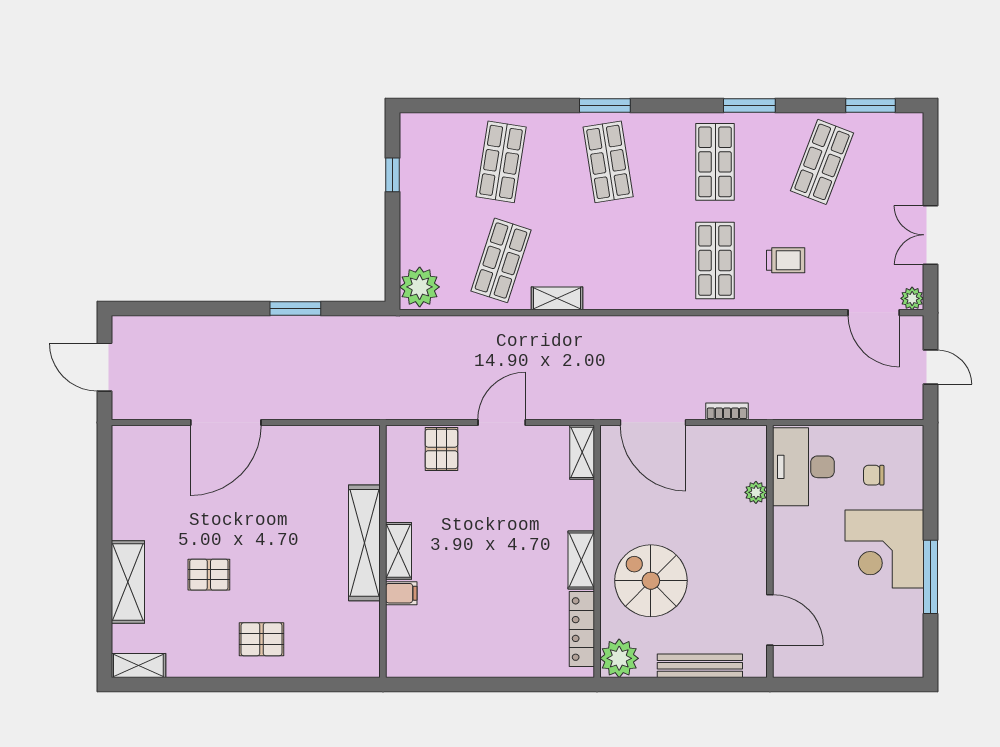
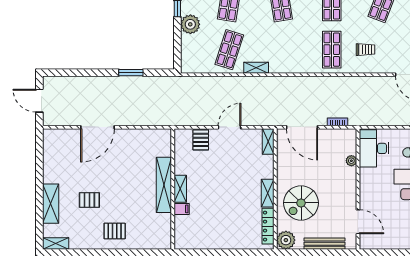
plant: (420, 287) -> (190, 24), moved
spiral stairs: (651, 581) -> (301, 203), turned -90

